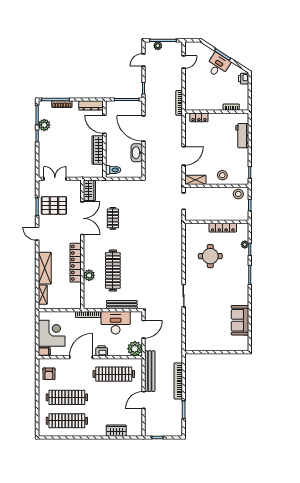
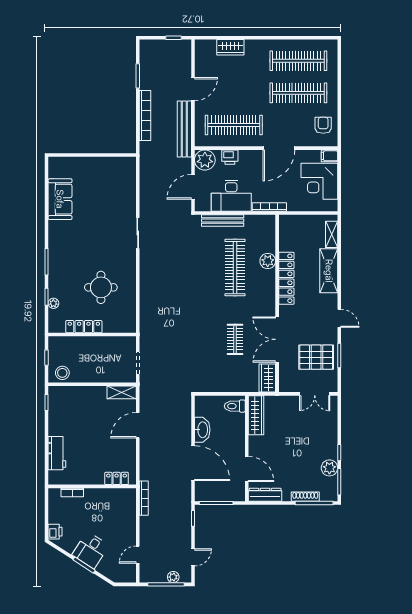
wardrobe: (98, 150) -> (256, 415), moved
stool: (222, 175) -> (84, 399), removed
printer: (102, 351) -> (230, 157), moved

